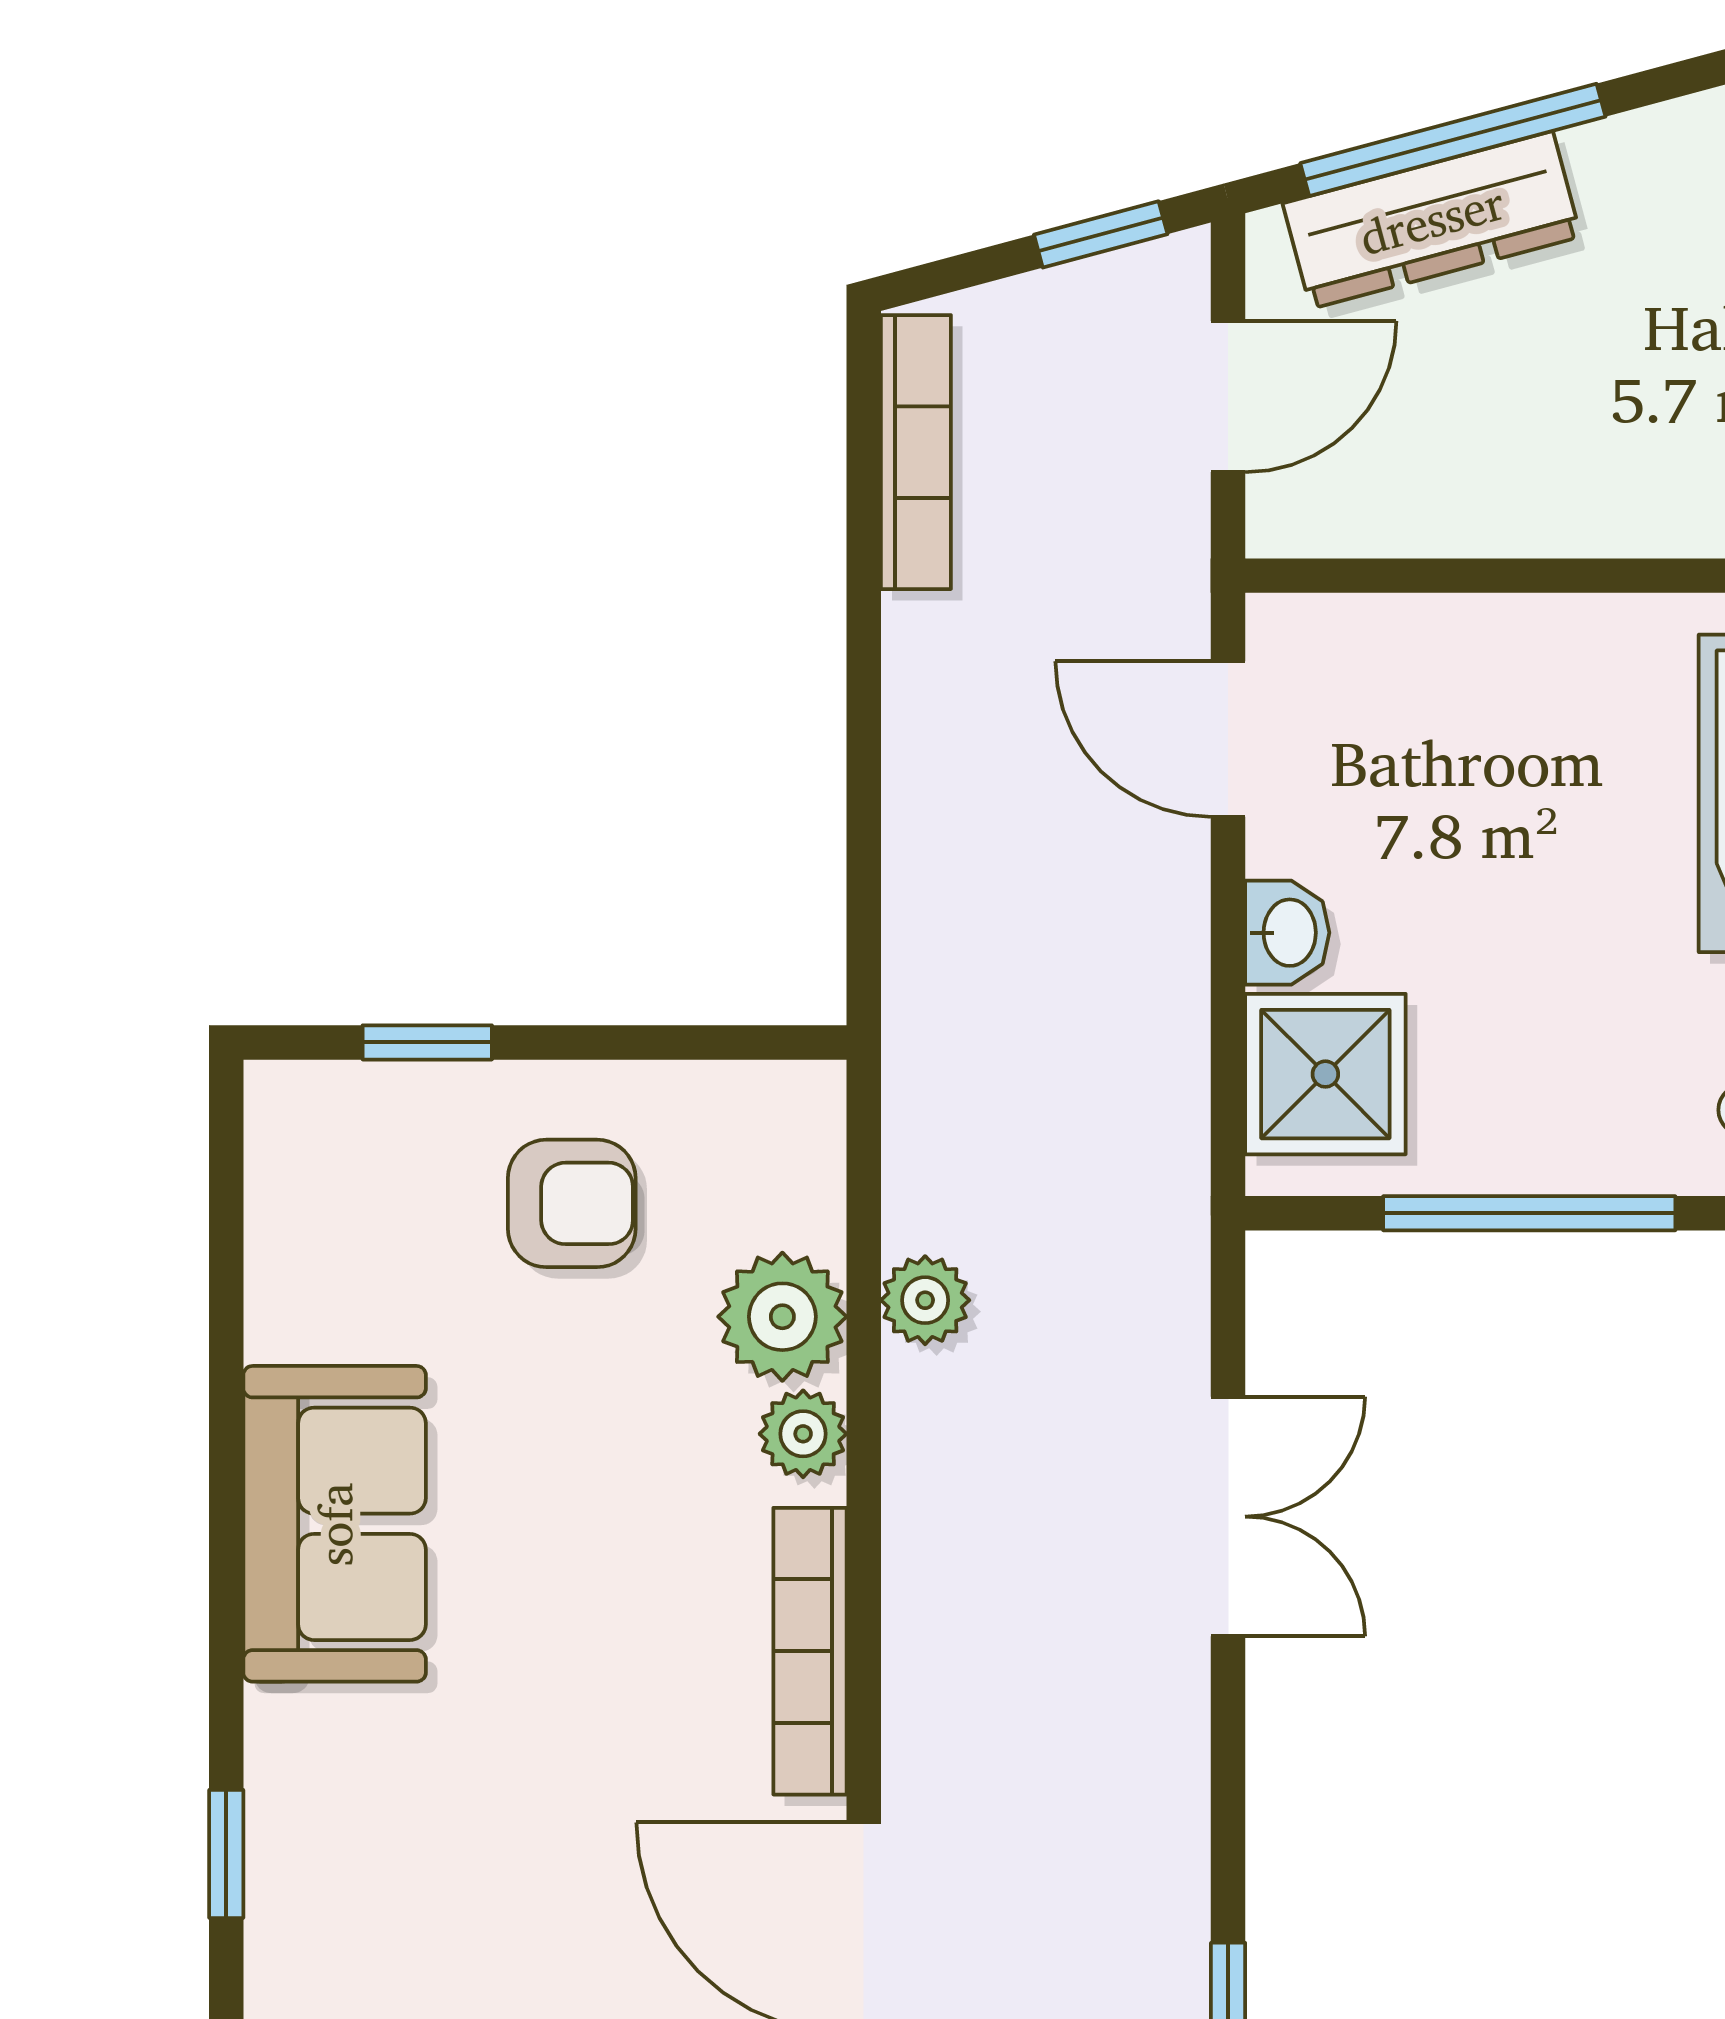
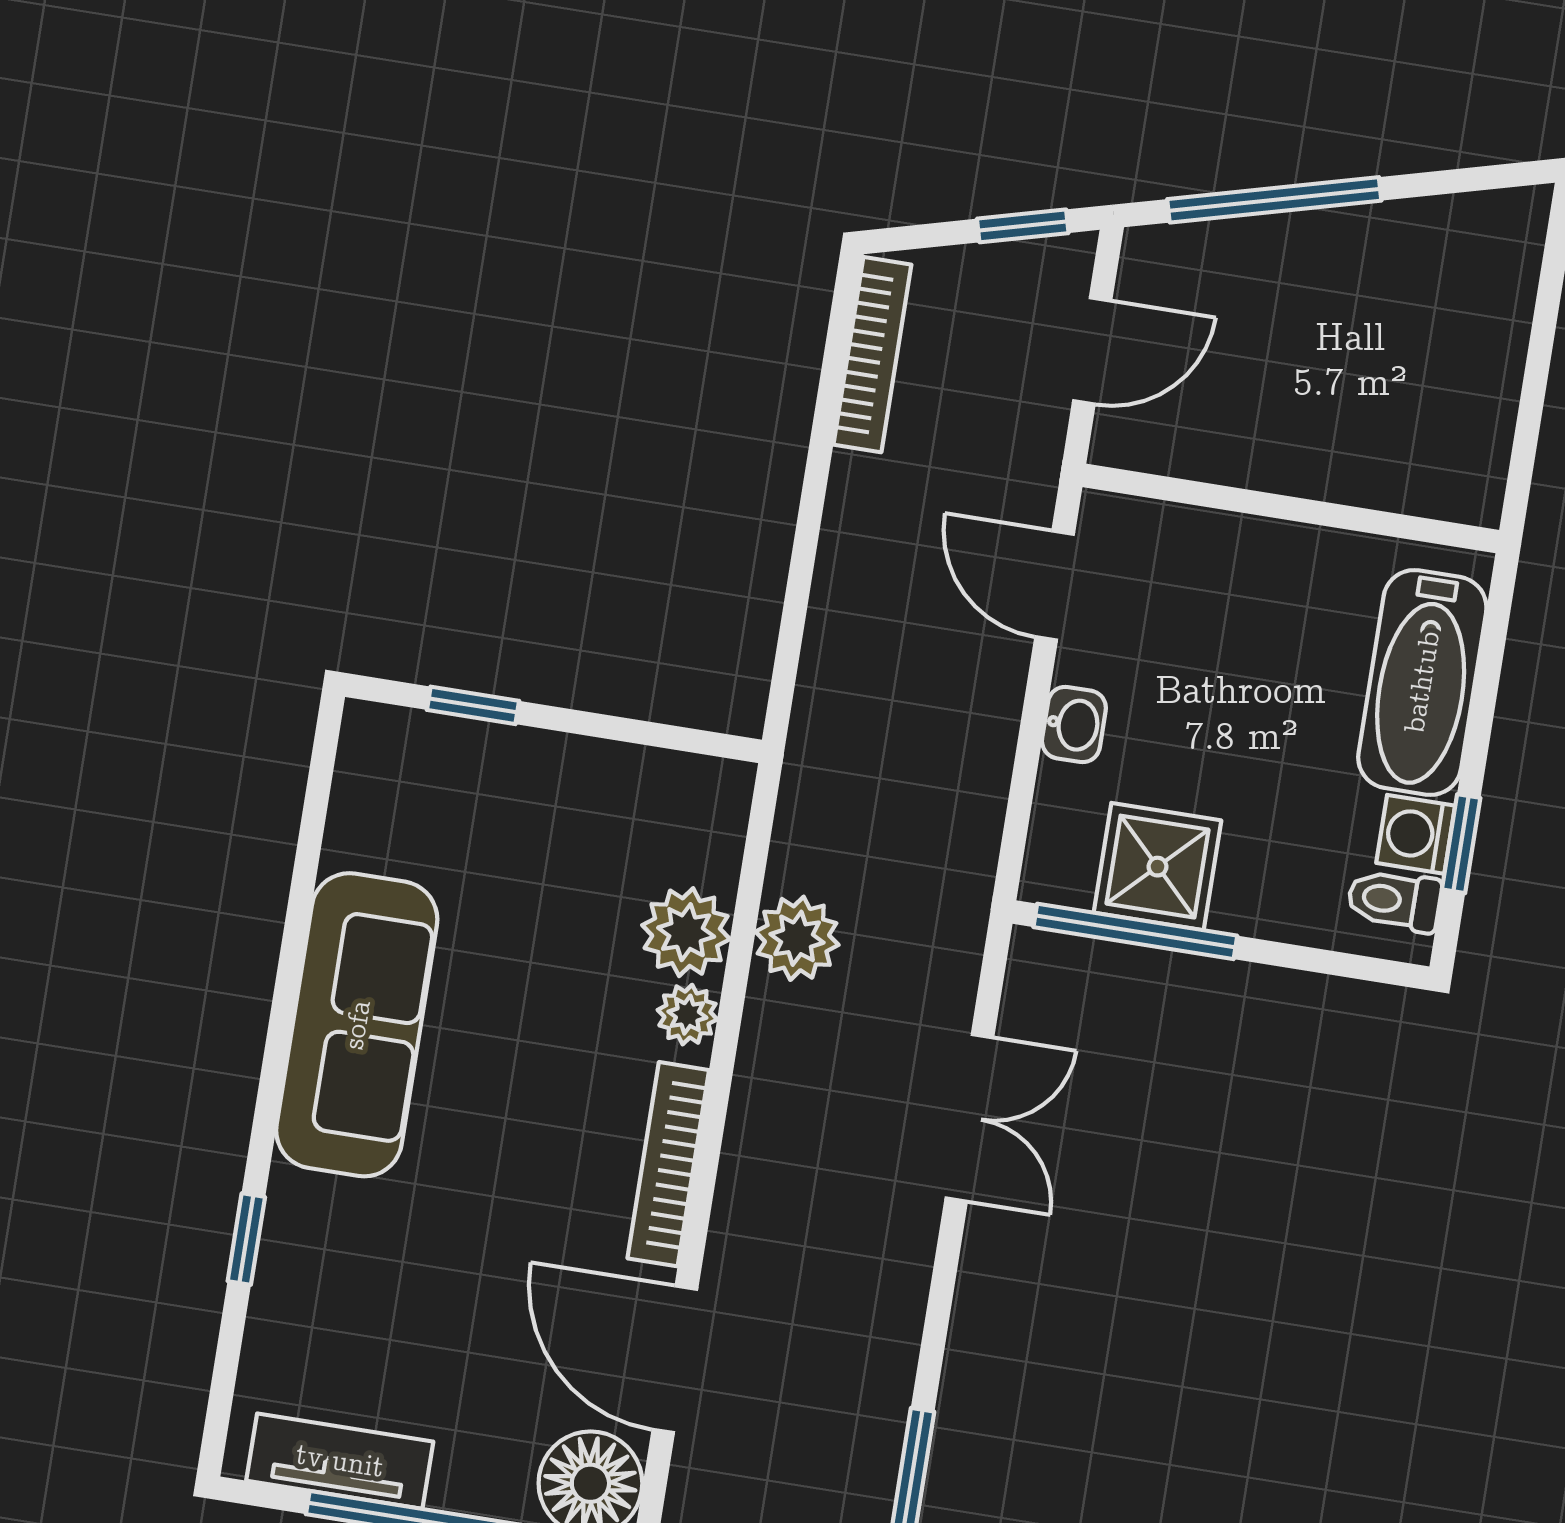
dresser: (1432, 220) -> (1251, 252), removed
shower: (1325, 1074) -> (1157, 867), moved
armchair: (572, 1203) -> (554, 831), removed
window: (1529, 1213) -> (1135, 931), moved
plant: (925, 1300) -> (797, 938), width x1.38, depth x1.38
sofa: (335, 1524) -> (357, 1025), width x1.36

